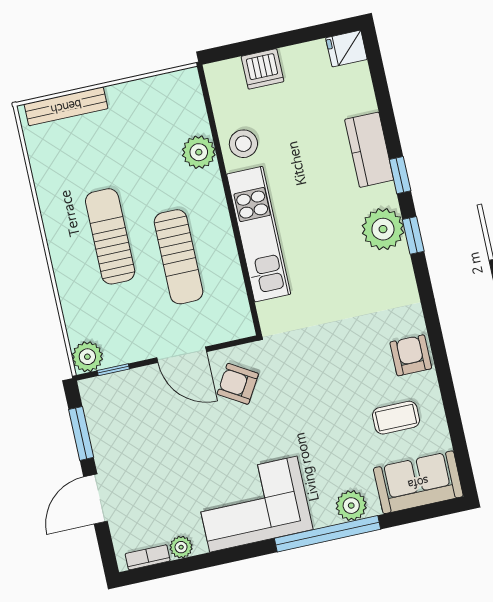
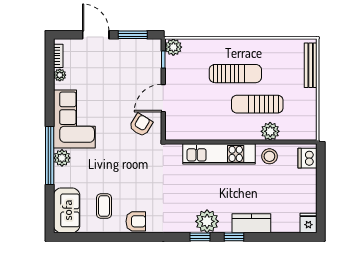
dishwasher: (263, 69) -> (307, 158), moved
sun lounger: (178, 257) -> (257, 104), moved
plant: (351, 506) -> (62, 158), moved

